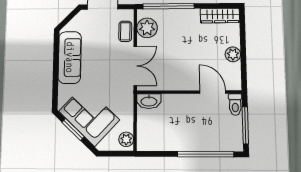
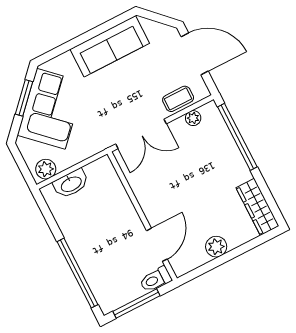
plant: (147, 28) -> (193, 118), width x0.53, depth x0.53
washbasin: (149, 101) -> (71, 184), moved, turned -90

